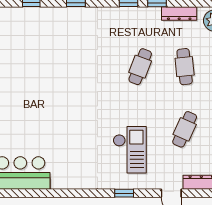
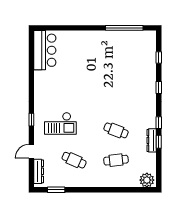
dresser: (179, 13) -> (152, 140), moved

